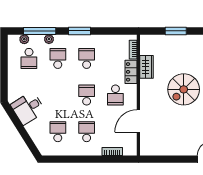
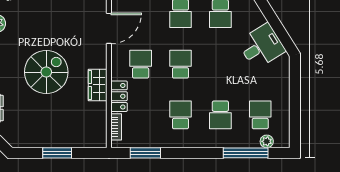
window: (80, 31) -> (145, 153), moved
plant: (49, 39) -> (233, 141), removed
school desk: (87, 58) -> (180, 115), turned 180
wardrobe: (146, 67) -> (98, 85), moved
school desk: (87, 95) -> (180, 64), turned 180

